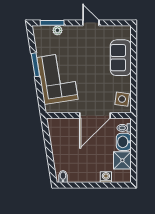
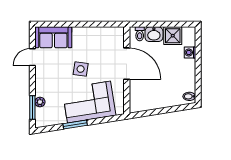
door: (91, 23) -> (32, 57), moved
sofa: (121, 58) -> (53, 37), moved
side table: (122, 99) -> (81, 69), moved

